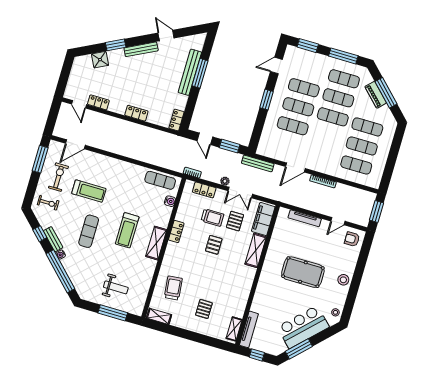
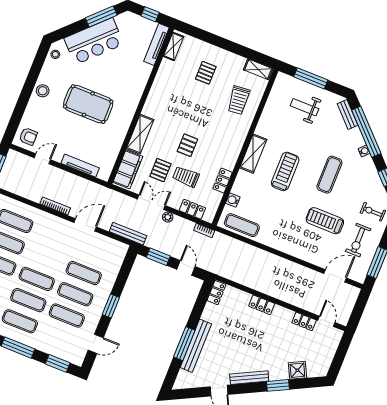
locker: (176, 232) -> (223, 181), moved
bench: (53, 239) -> (348, 114), moved

